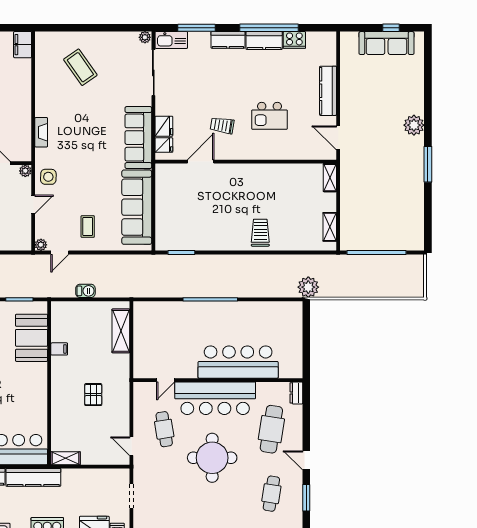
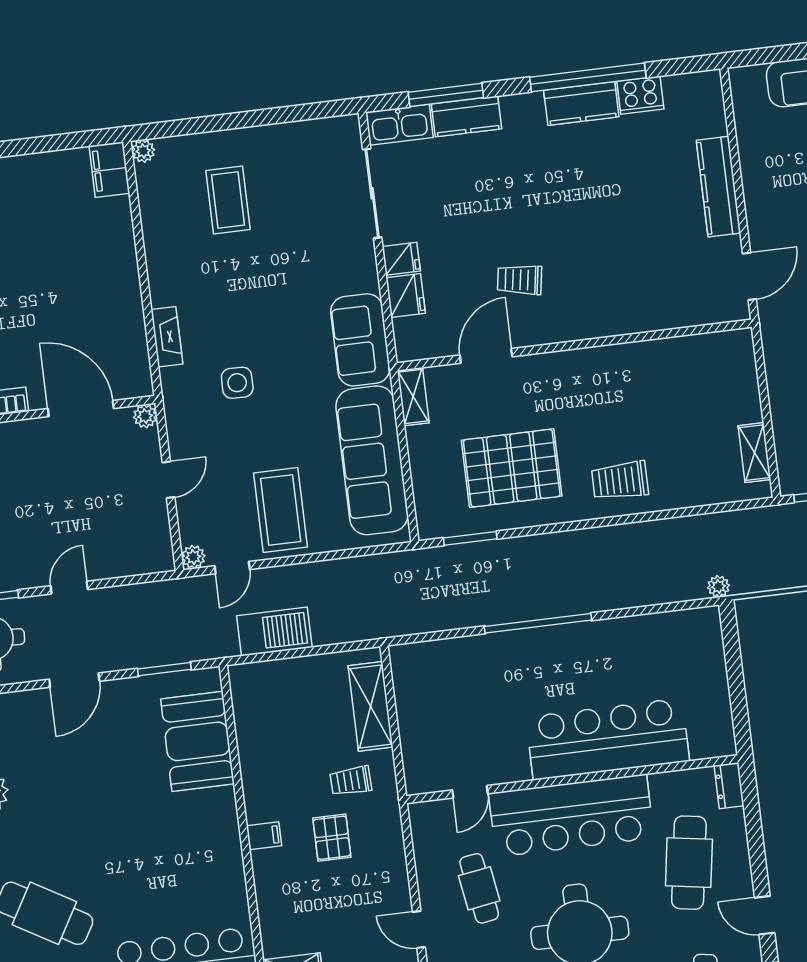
plant: (145, 37) -> (143, 151), moved
kitchen counter: (228, 40) -> (466, 116), moved
coffee table: (80, 67) -> (228, 200), turned 35
kitchen island: (270, 116) -> (610, 250), removed
sofa: (138, 138) -> (360, 340), width x0.73
door: (338, 138) -> (749, 276), swing flipped
fridge: (164, 145) -> (401, 259), moved
side table: (48, 177) -> (237, 383), moved
shelving: (330, 178) -> (413, 397), moved
pallet: (207, 220) -> (512, 468), added
coffee table: (88, 227) -> (281, 510), width x1.86, depth x1.72
trolley: (260, 233) -> (620, 481), turned -90
plant: (308, 287) -> (719, 586), width x0.53, depth x0.53
barbecue: (85, 291) -> (274, 632), width x1.88, depth x1.53
filing cabinet: (59, 349) -> (264, 836), moved
trolley: (106, 367) -> (351, 781), added

